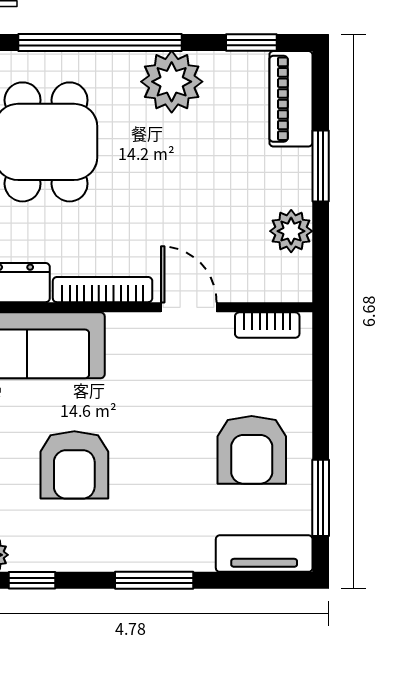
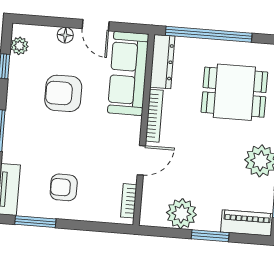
plant: (291, 231) -> (181, 214), width x1.36, depth x1.36
armchair: (252, 450) -> (64, 187), width x0.72, depth x0.72

